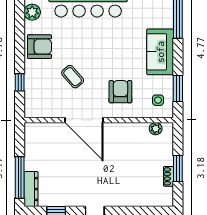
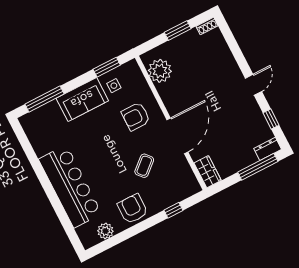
side table: (158, 100) -> (114, 86), moved
plant: (156, 129) -> (160, 71), width x1.87, depth x1.87
wardrobe: (38, 131) -> (208, 172), added
shoe rack: (168, 176) -> (207, 26), moved
dresser: (31, 189) -> (268, 149), width x0.70

